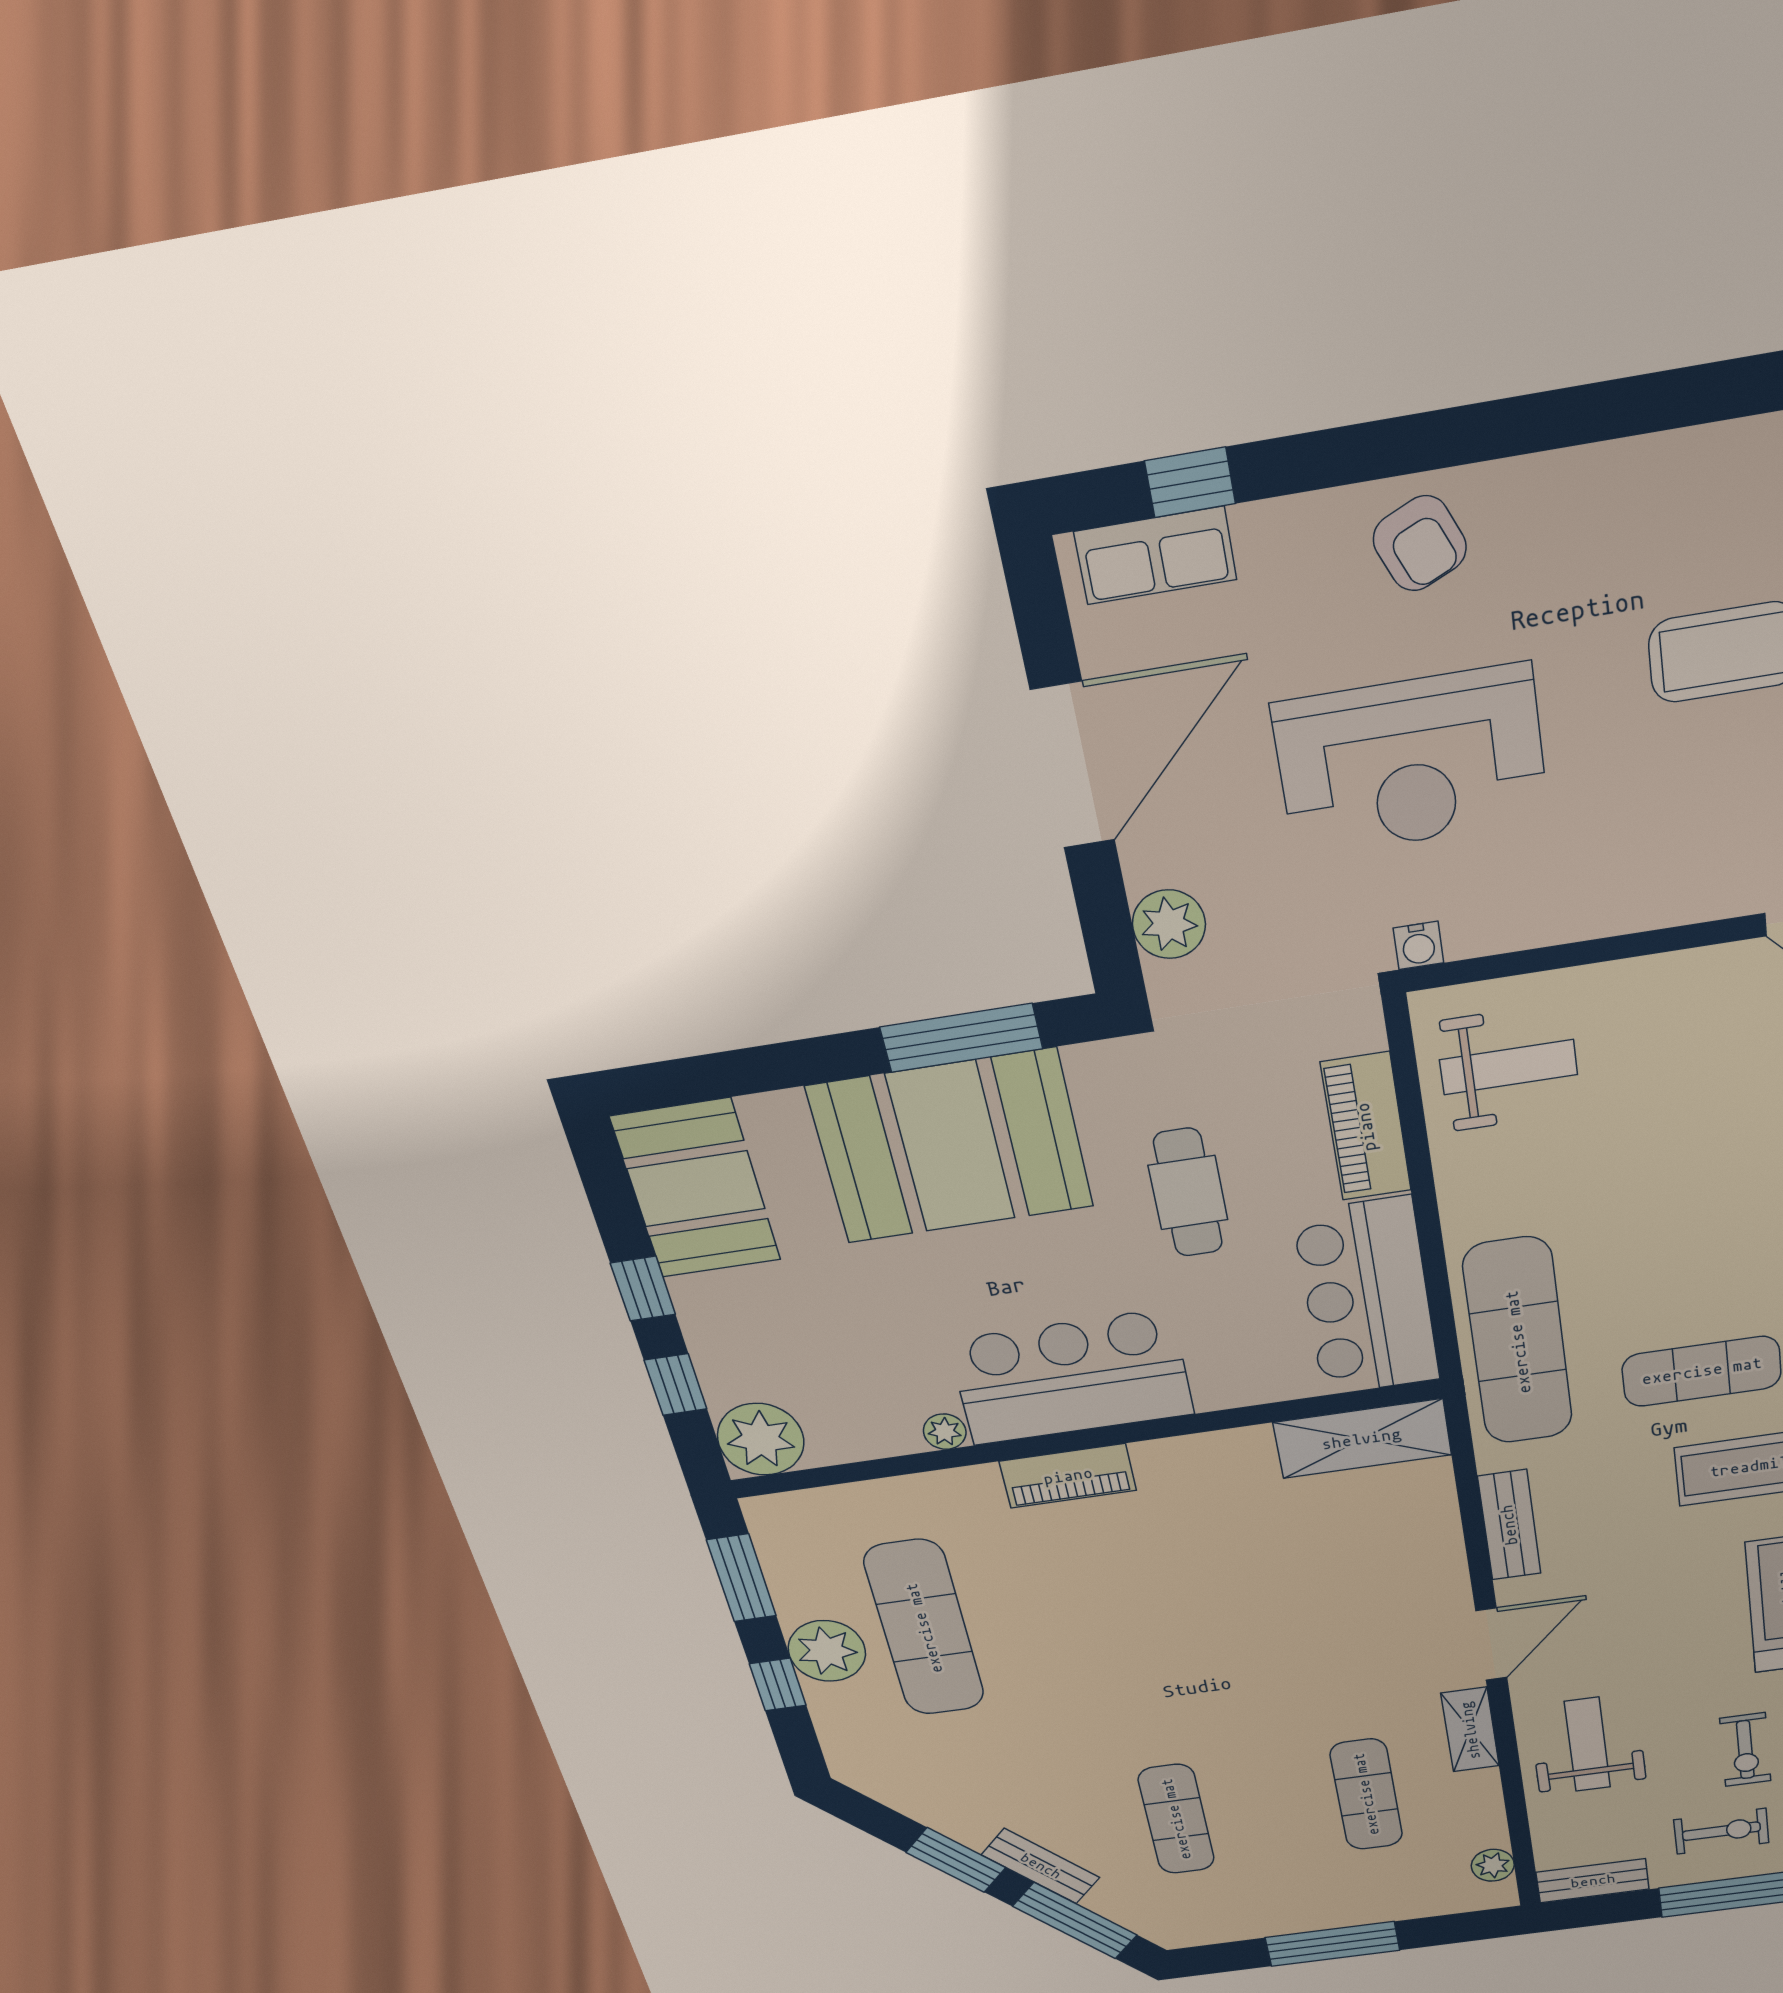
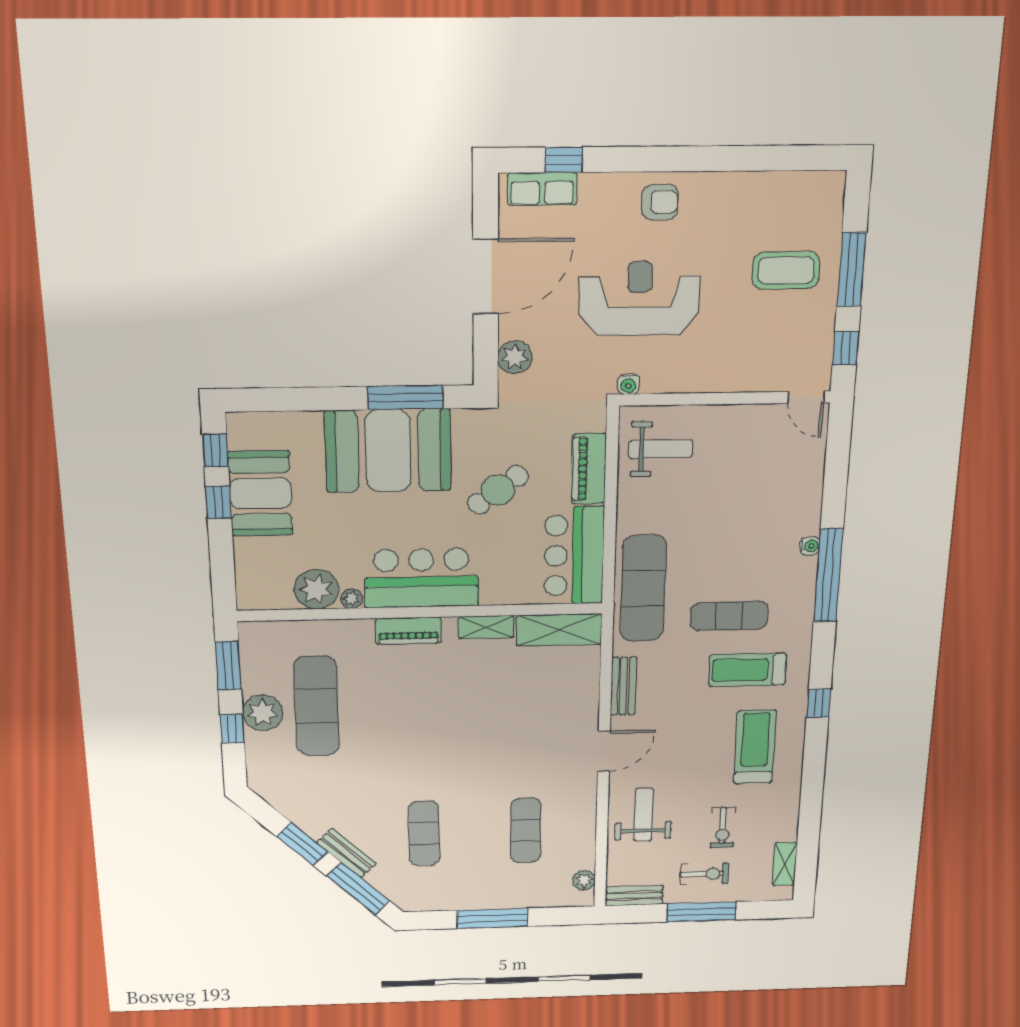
armchair: (1420, 543) -> (660, 202), turned -66
reception desk: (1411, 762) -> (639, 298), turned 180
booth: (696, 1189) -> (260, 493), moved
cafe table: (1188, 1193) -> (498, 490), turned 53
window: (676, 1385) -> (215, 450), moved
plant: (761, 1439) -> (316, 589), moved
shelving: (1470, 1730) -> (486, 627), moved, turned 90

